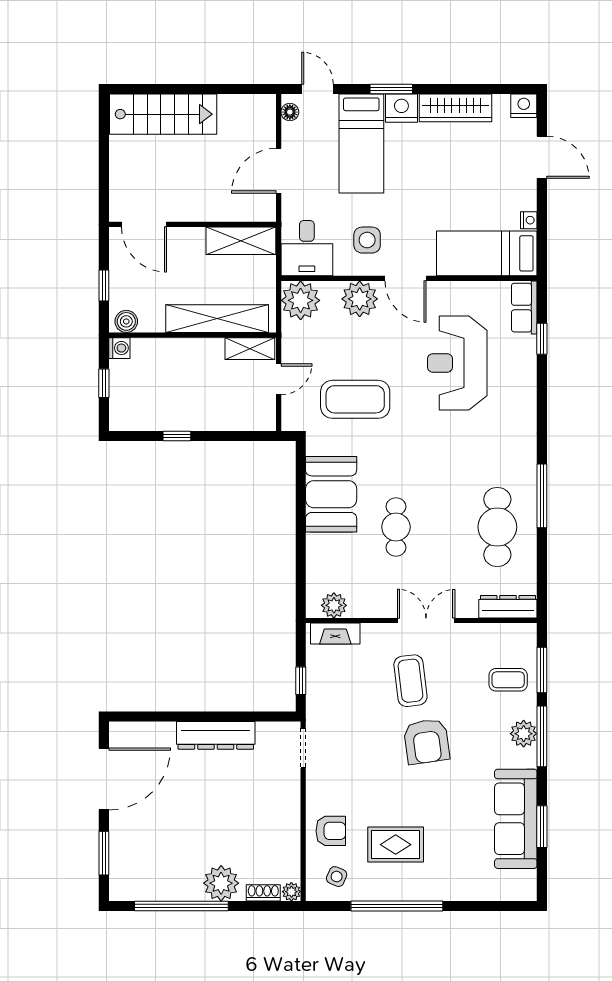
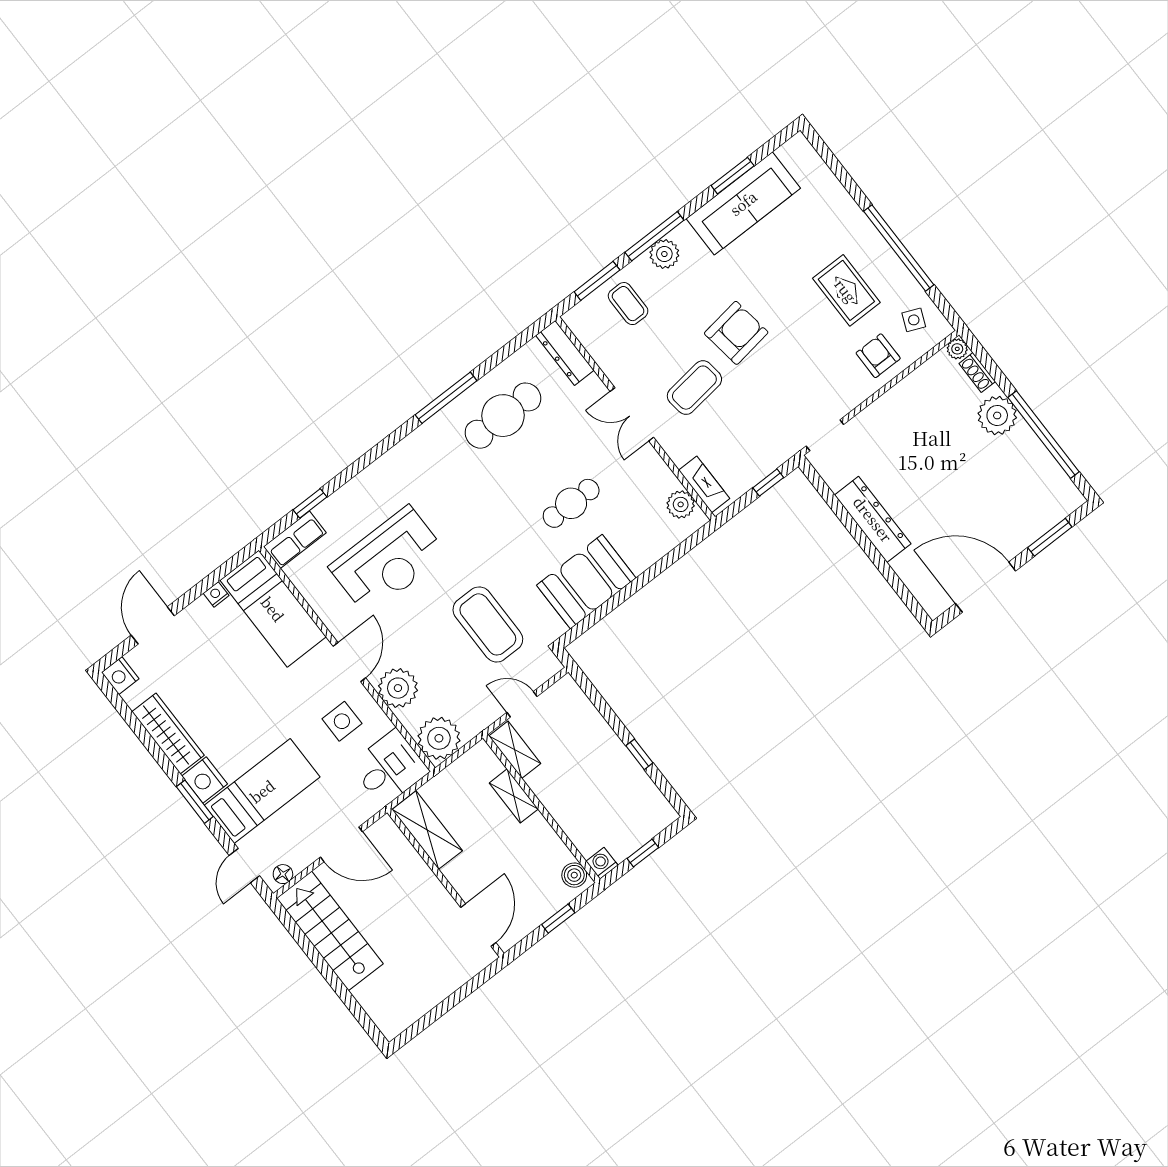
stairs: (163, 114) -> (330, 931), moved
shelving: (217, 319) -> (514, 796), width x0.45, depth x0.75

